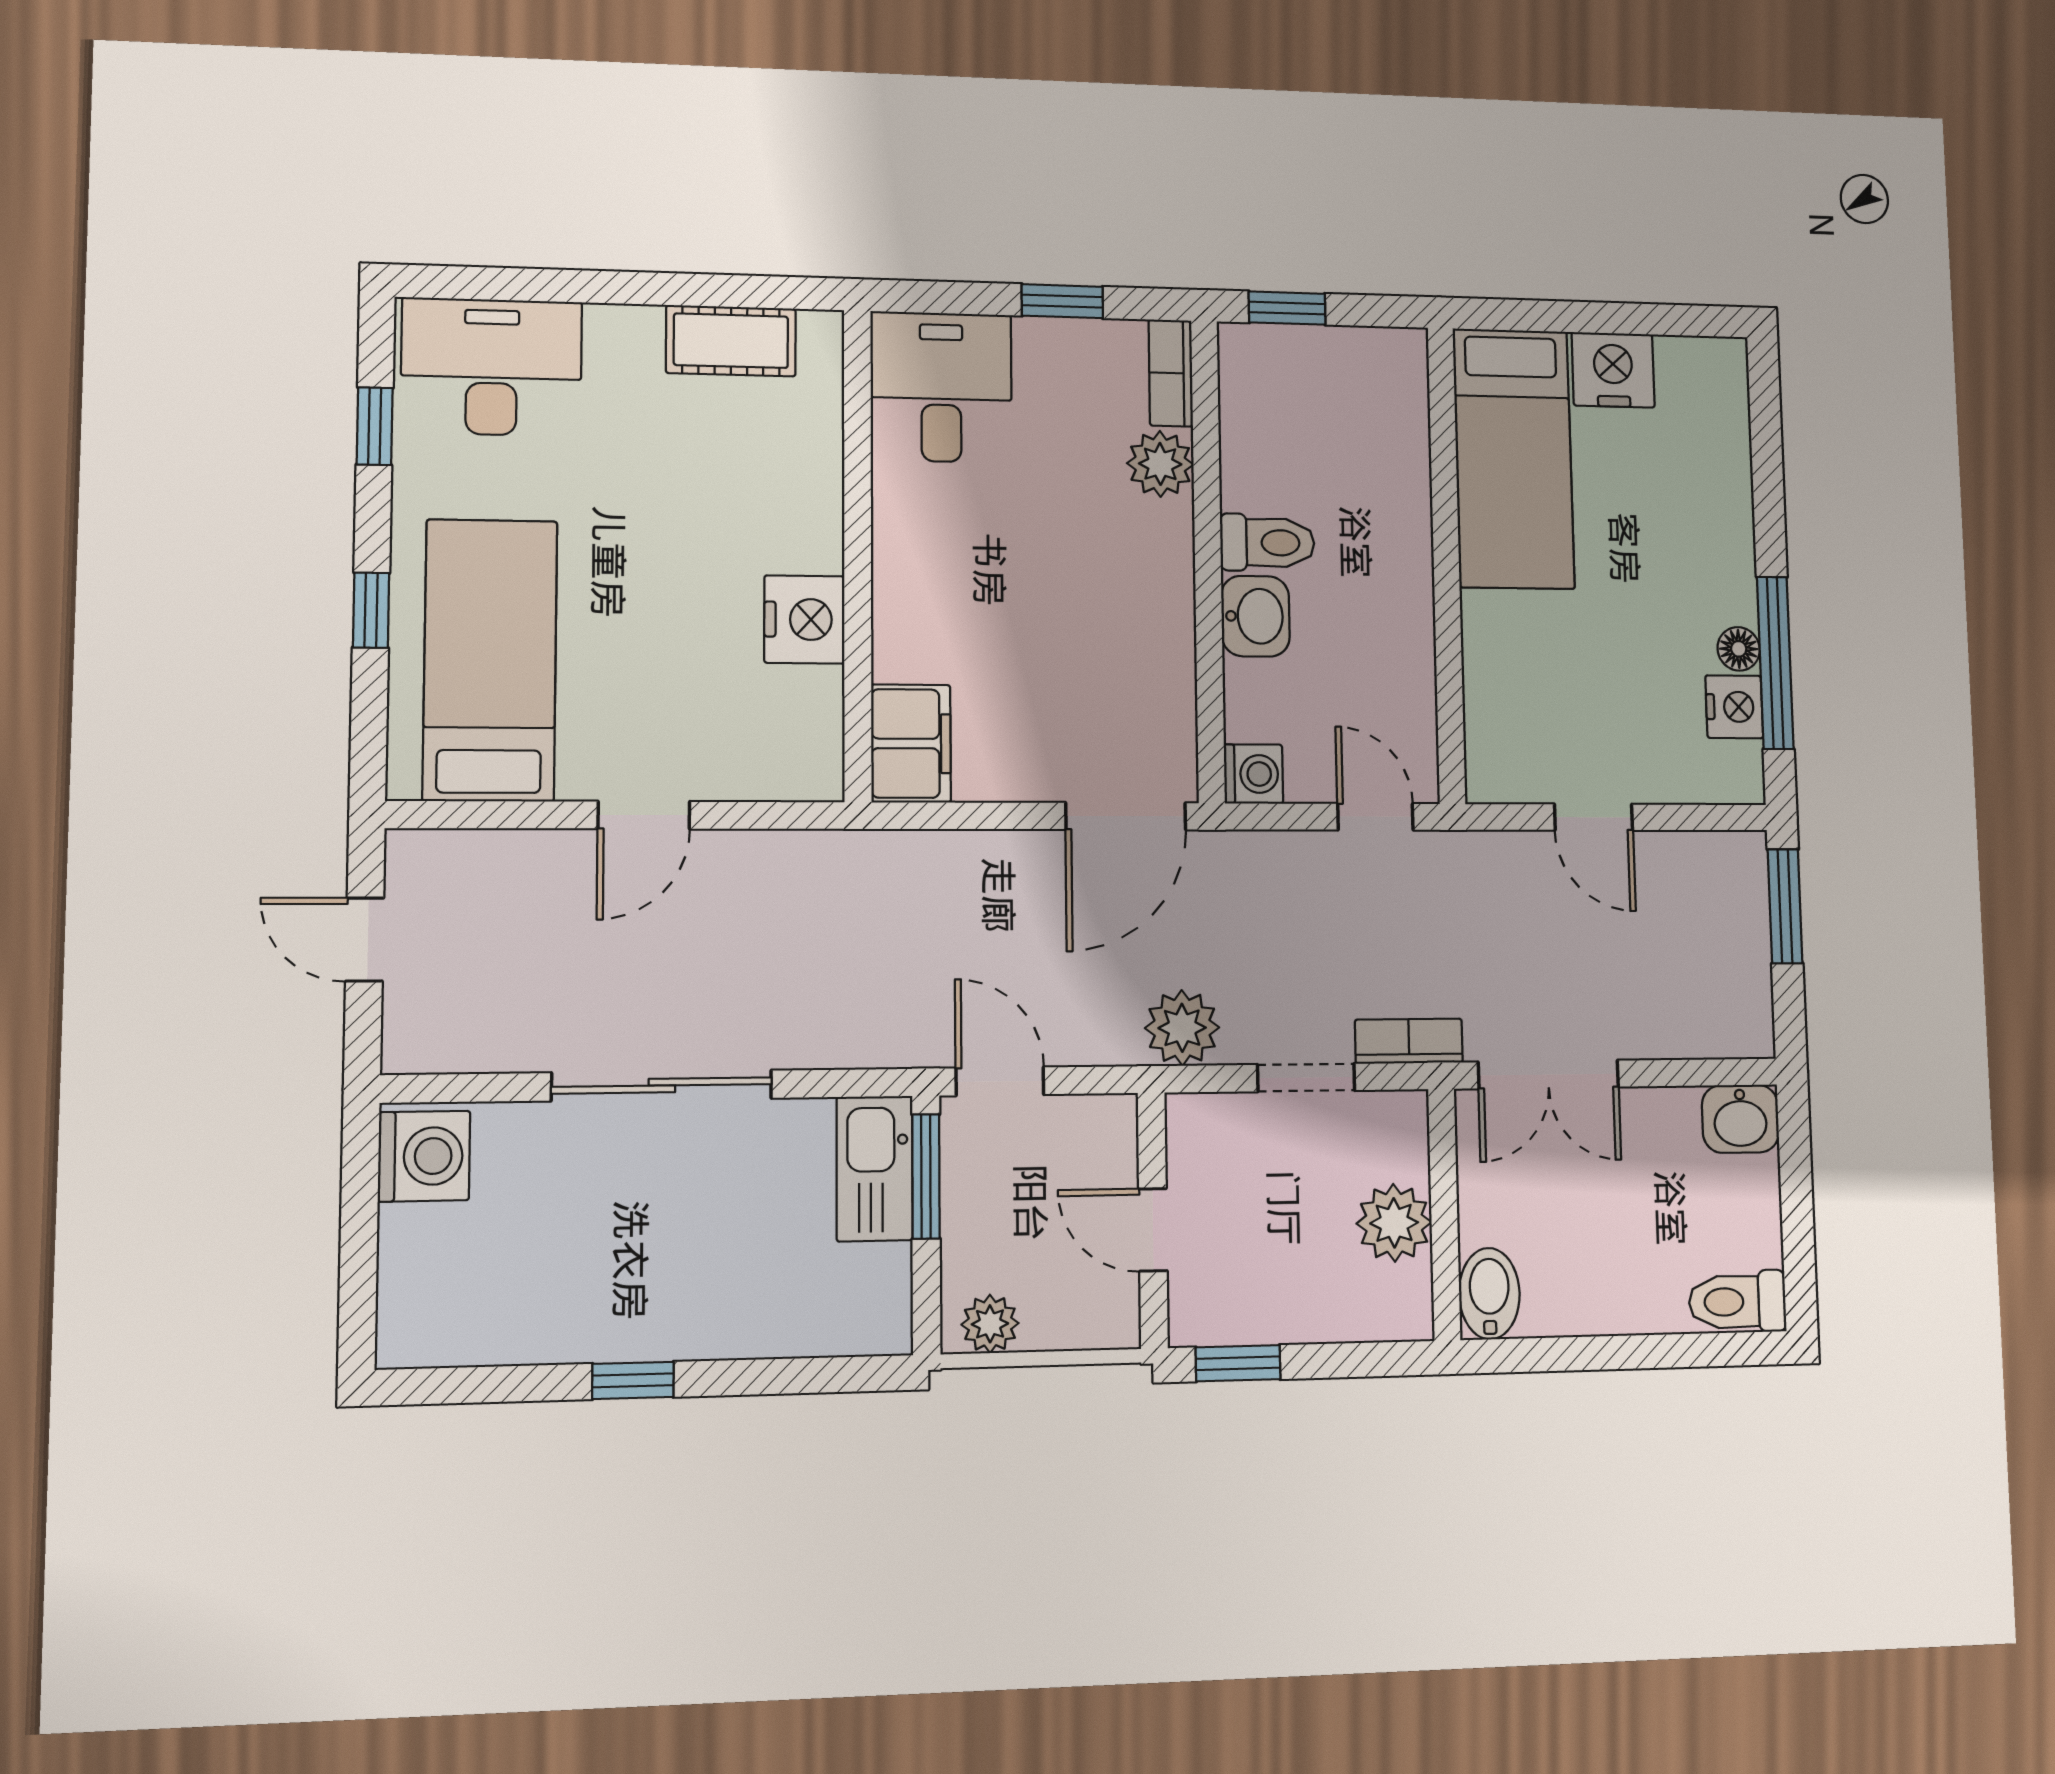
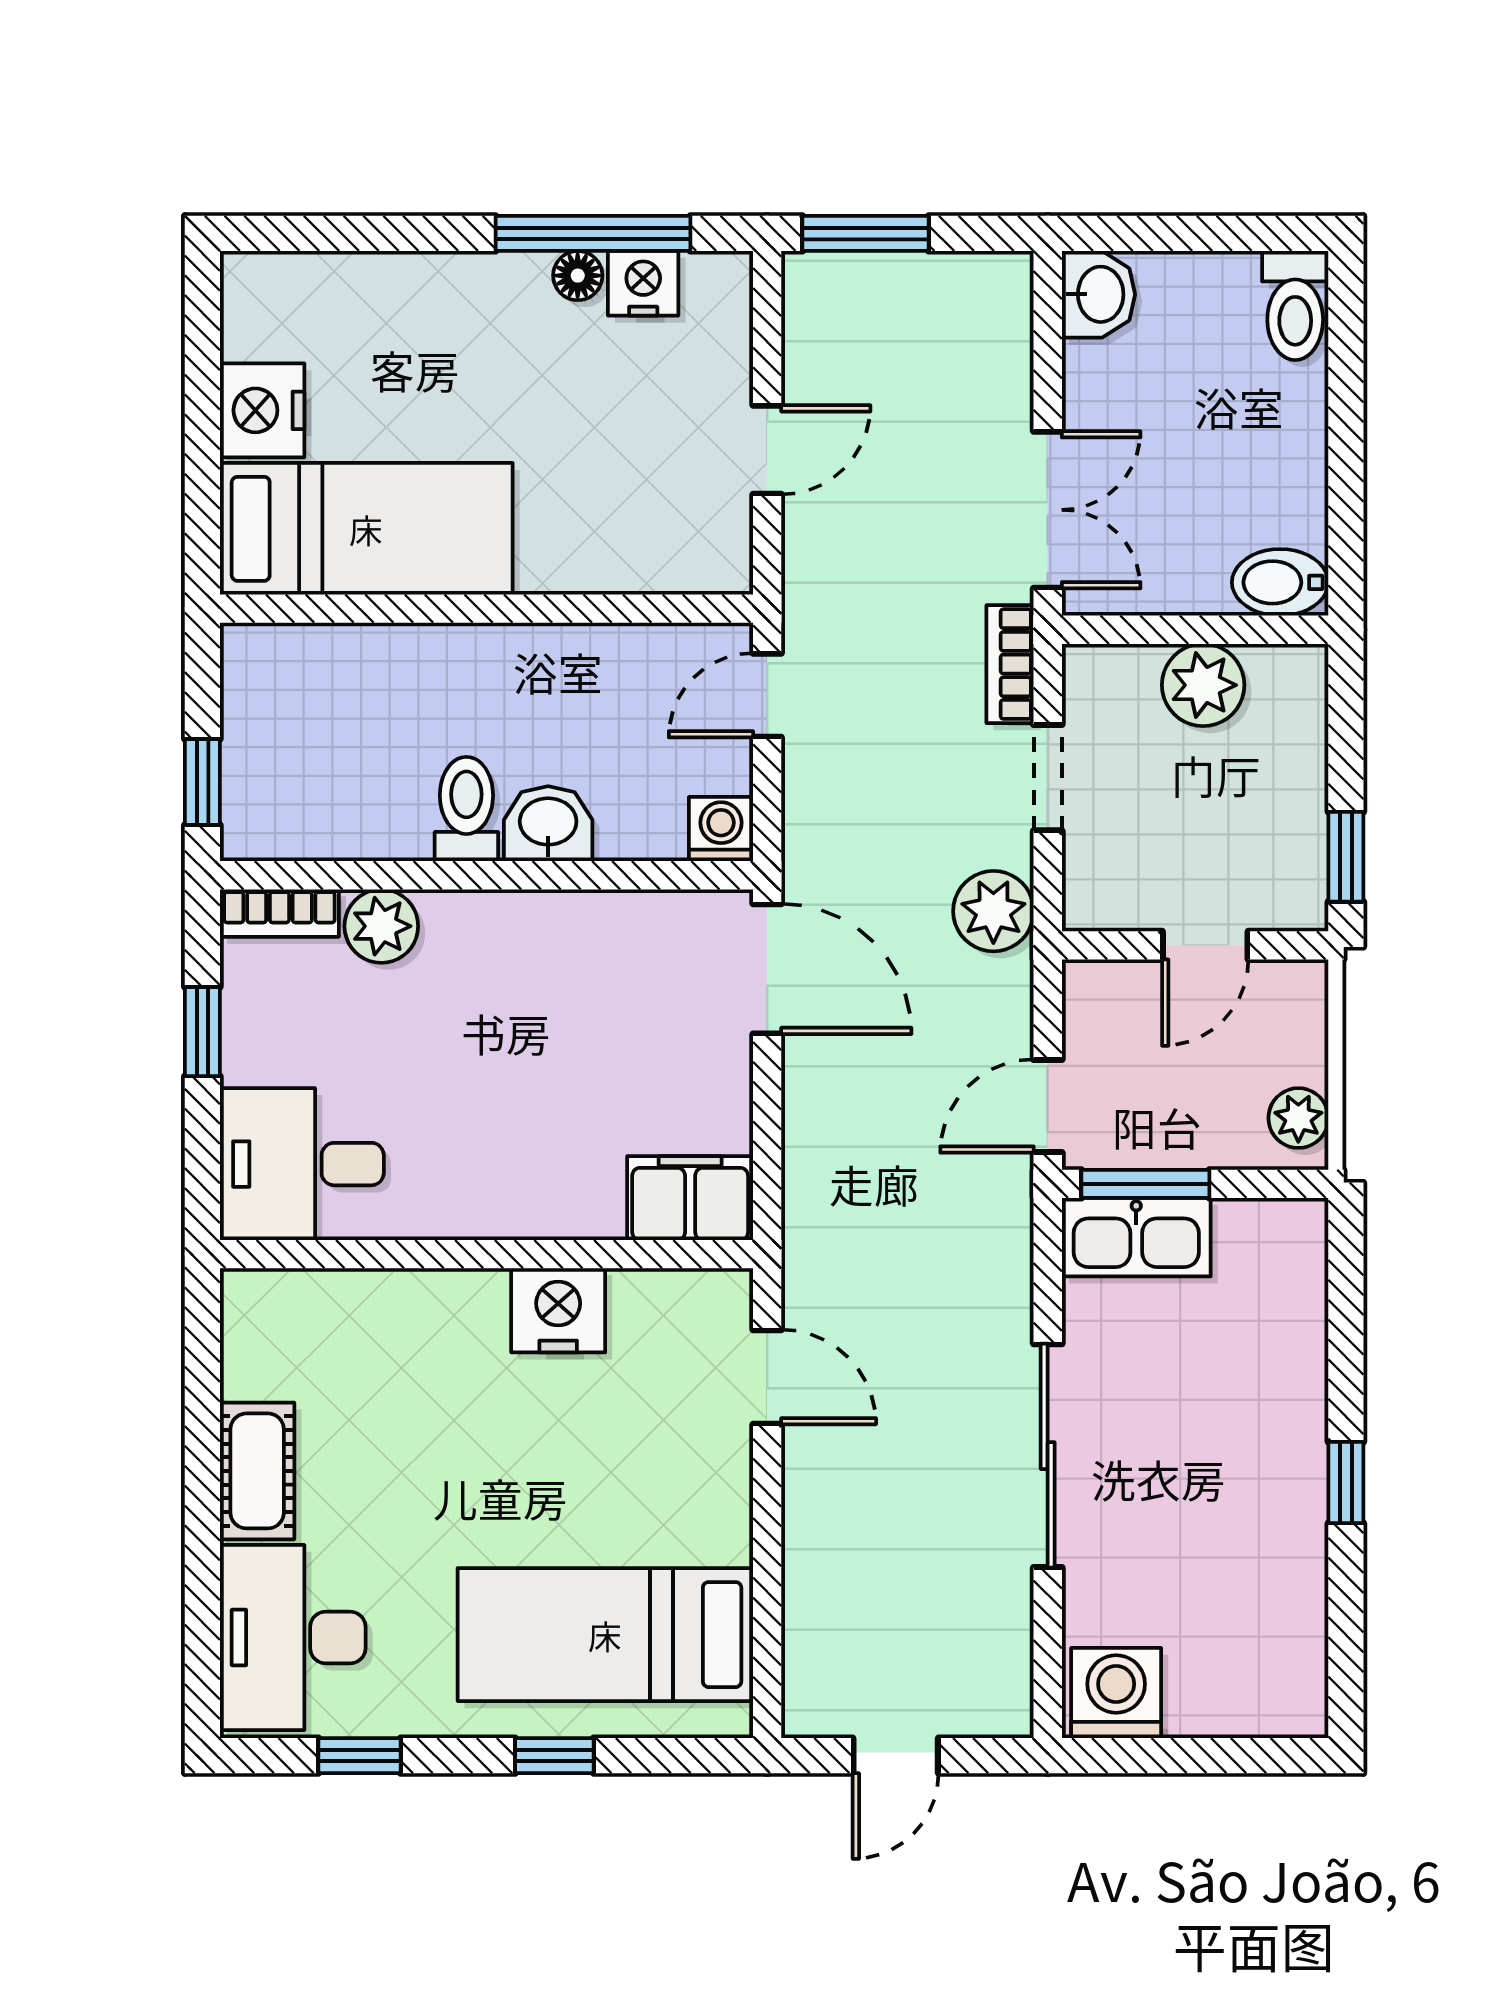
cot: (731, 341) -> (257, 1471), moved
door: (644, 815) -> (767, 1377), moved

